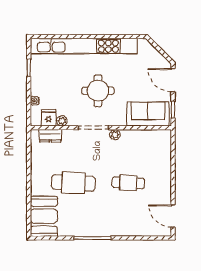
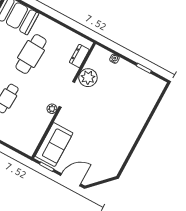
kitchen unit: (84, 46) -> (137, 122), removed
round table: (98, 91) -> (95, 114), removed
fridge: (49, 118) -> (95, 62), removed
plant: (62, 121) -> (88, 78), width x1.88, depth x1.88

